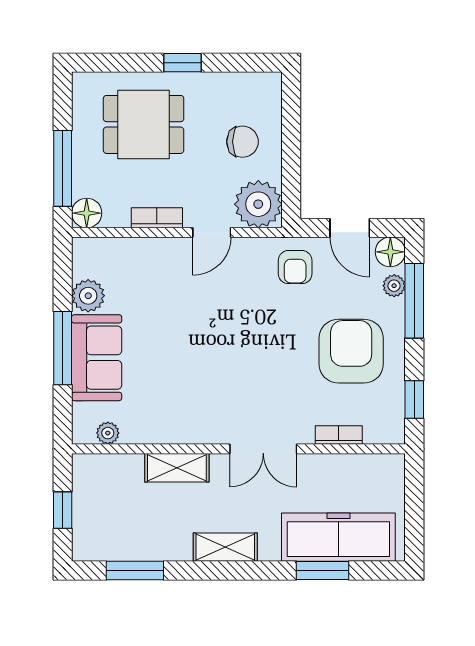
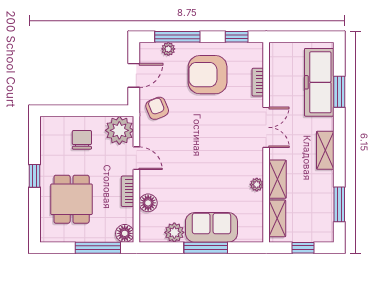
floor lamp: (390, 252) -> (148, 203), moved
armchair: (295, 267) -> (157, 108), turned -112
plant: (108, 433) -> (257, 185), moved
shelving: (112, 467) -> (277, 218), added

